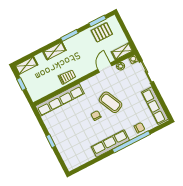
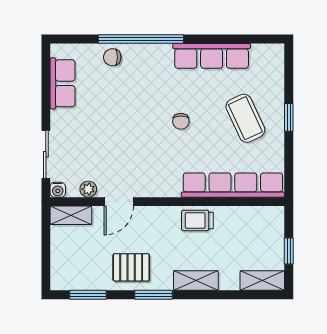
pallet: (102, 32) -> (131, 267), moved
coffee table: (111, 102) -> (245, 118), moved
row of seats: (155, 106) -> (63, 83), width x0.68
row of seats: (110, 144) -> (212, 56), moved

